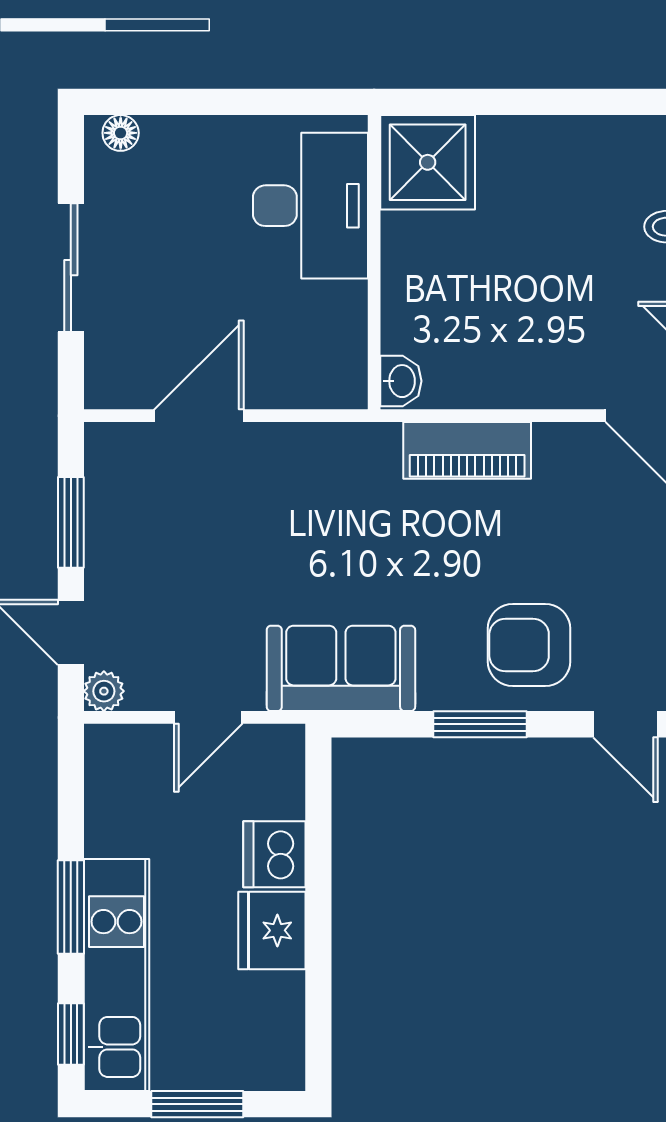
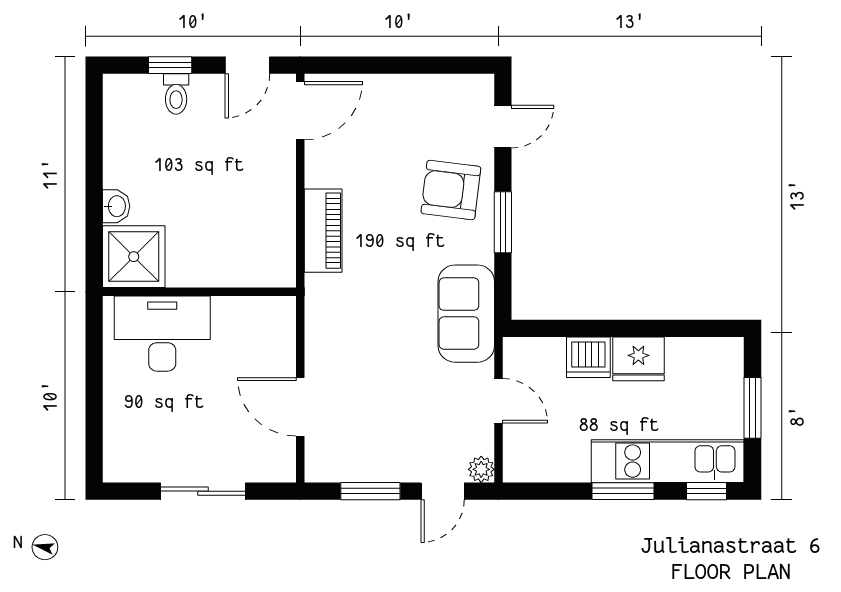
floor lamp: (121, 133) -> (114, 458), removed
washbasin: (401, 381) -> (116, 206), moved, turned 90
armchair: (529, 645) -> (451, 190), turned 97

